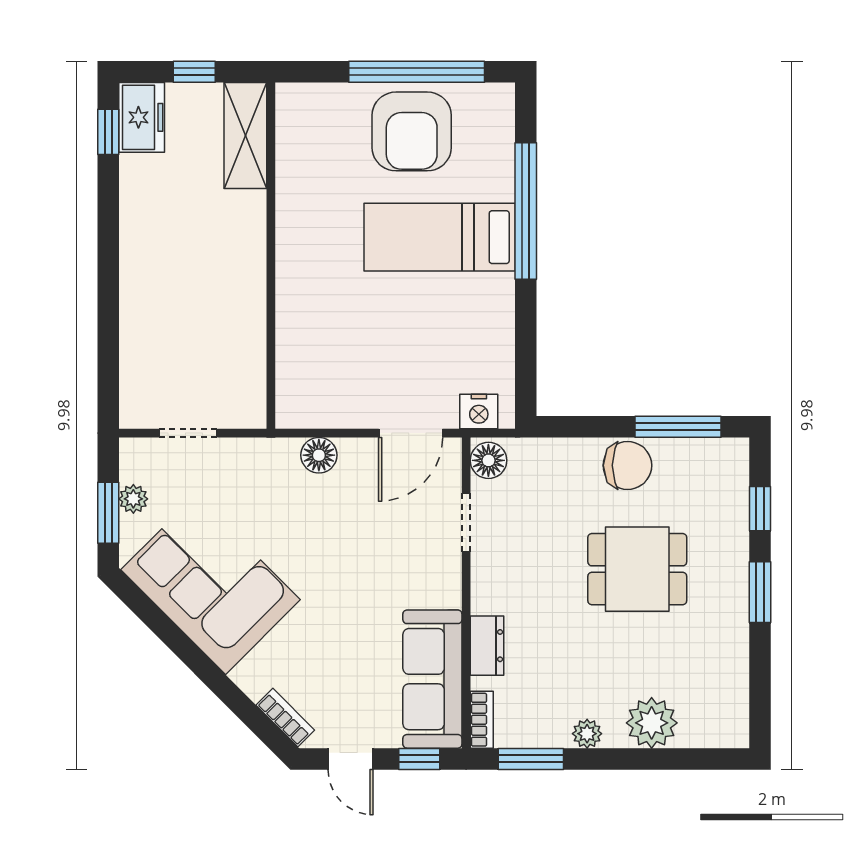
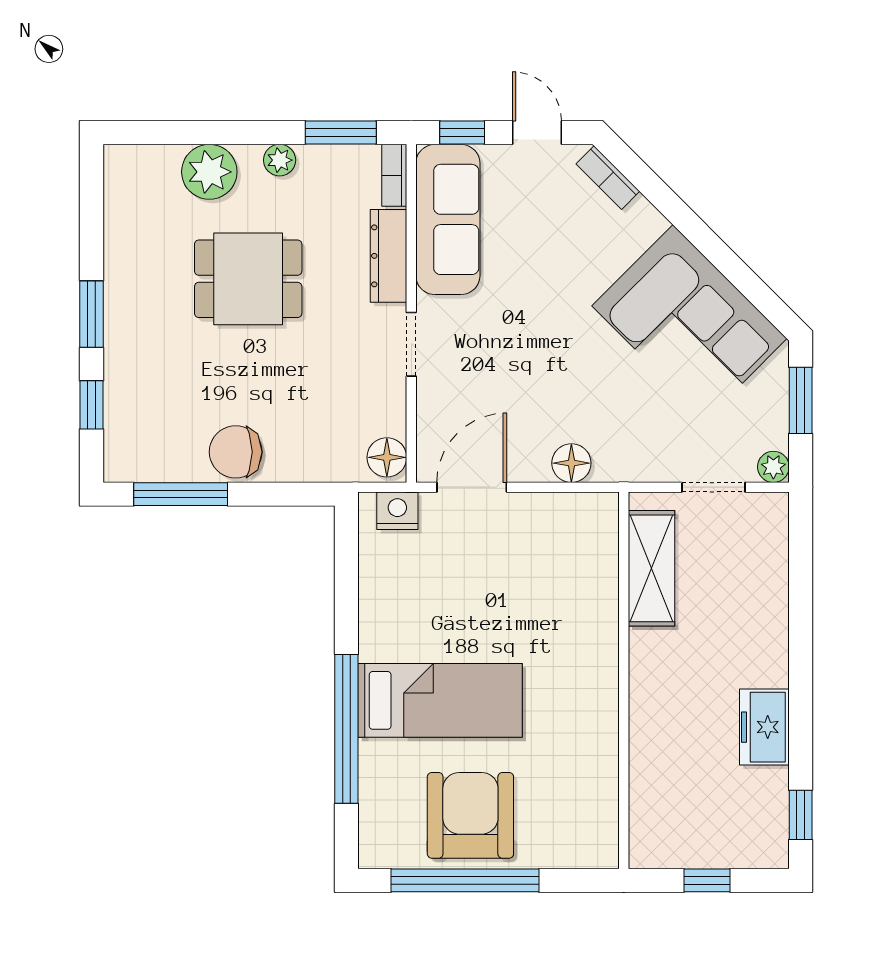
freezer: (142, 117) -> (764, 727), moved
shelving: (245, 136) -> (651, 568), moved
plant: (133, 499) -> (773, 467), moved
doorway: (466, 523) -> (411, 344), moved
dining table: (637, 569) -> (248, 279), moved
dresser: (487, 646) -> (388, 256), width x1.44

